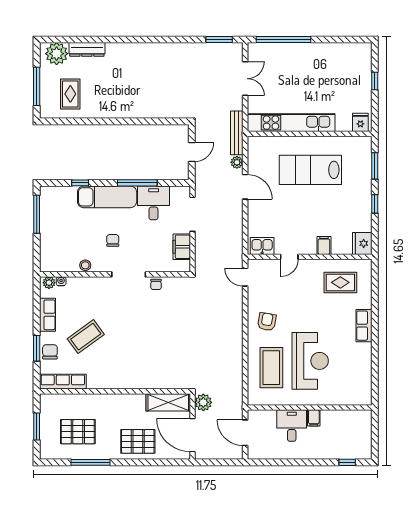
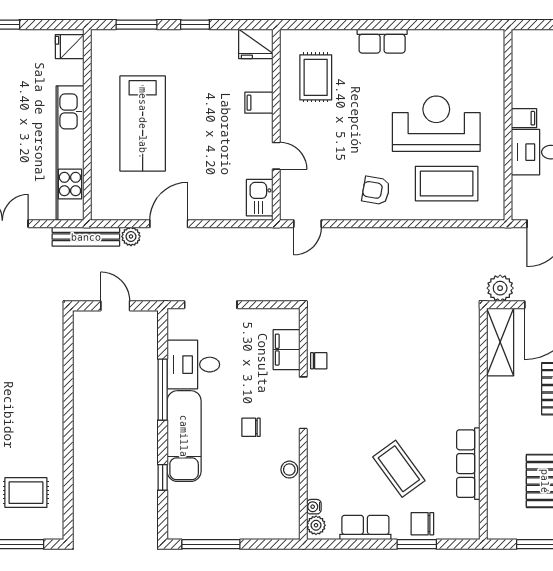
filing cabinet: (182, 247) -> (287, 350), moved, turned 90
row of seats: (63, 382) -> (468, 464), moved

